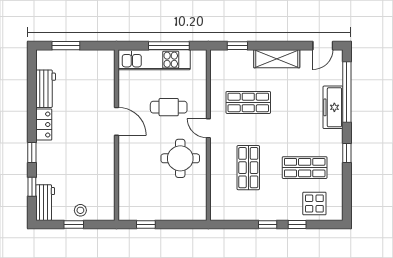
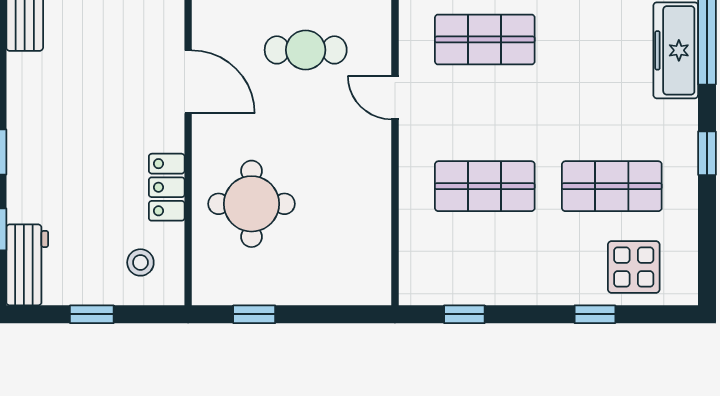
locker: (44, 124) -> (167, 187), moved, turned 180
round table: (180, 158) -> (251, 204), moved
shop shelf: (248, 168) -> (485, 186), turned 90
stool: (80, 210) -> (140, 262), moved
window: (268, 224) -> (464, 314), moved

